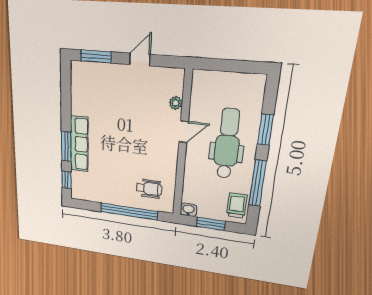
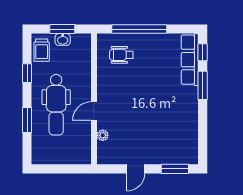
row of seats: (79, 144) -> (190, 60), moved
window: (258, 183) -> (27, 73), width x0.46
washbasin: (188, 210) -> (63, 39), moved

